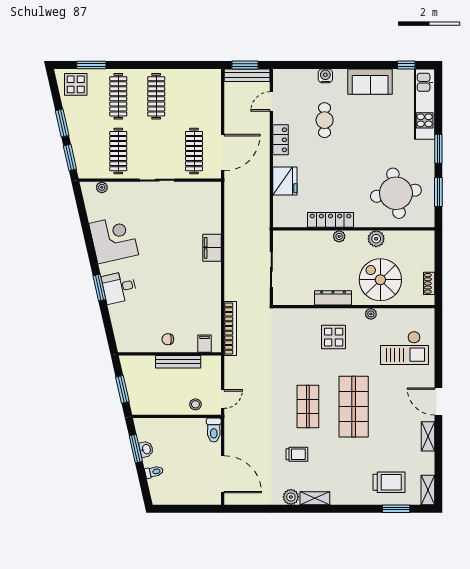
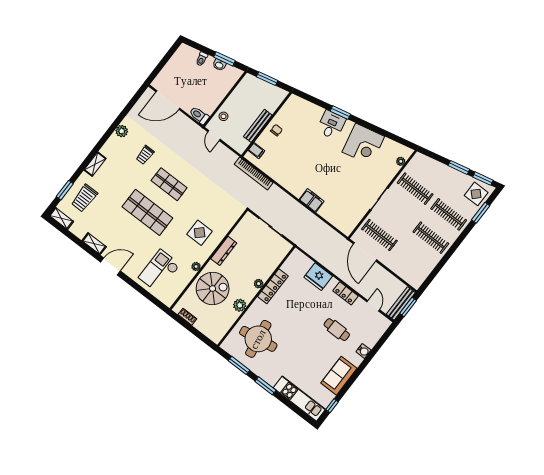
window: (70, 158) -> (483, 179), moved
shelving: (315, 498) -> (95, 164), moved

